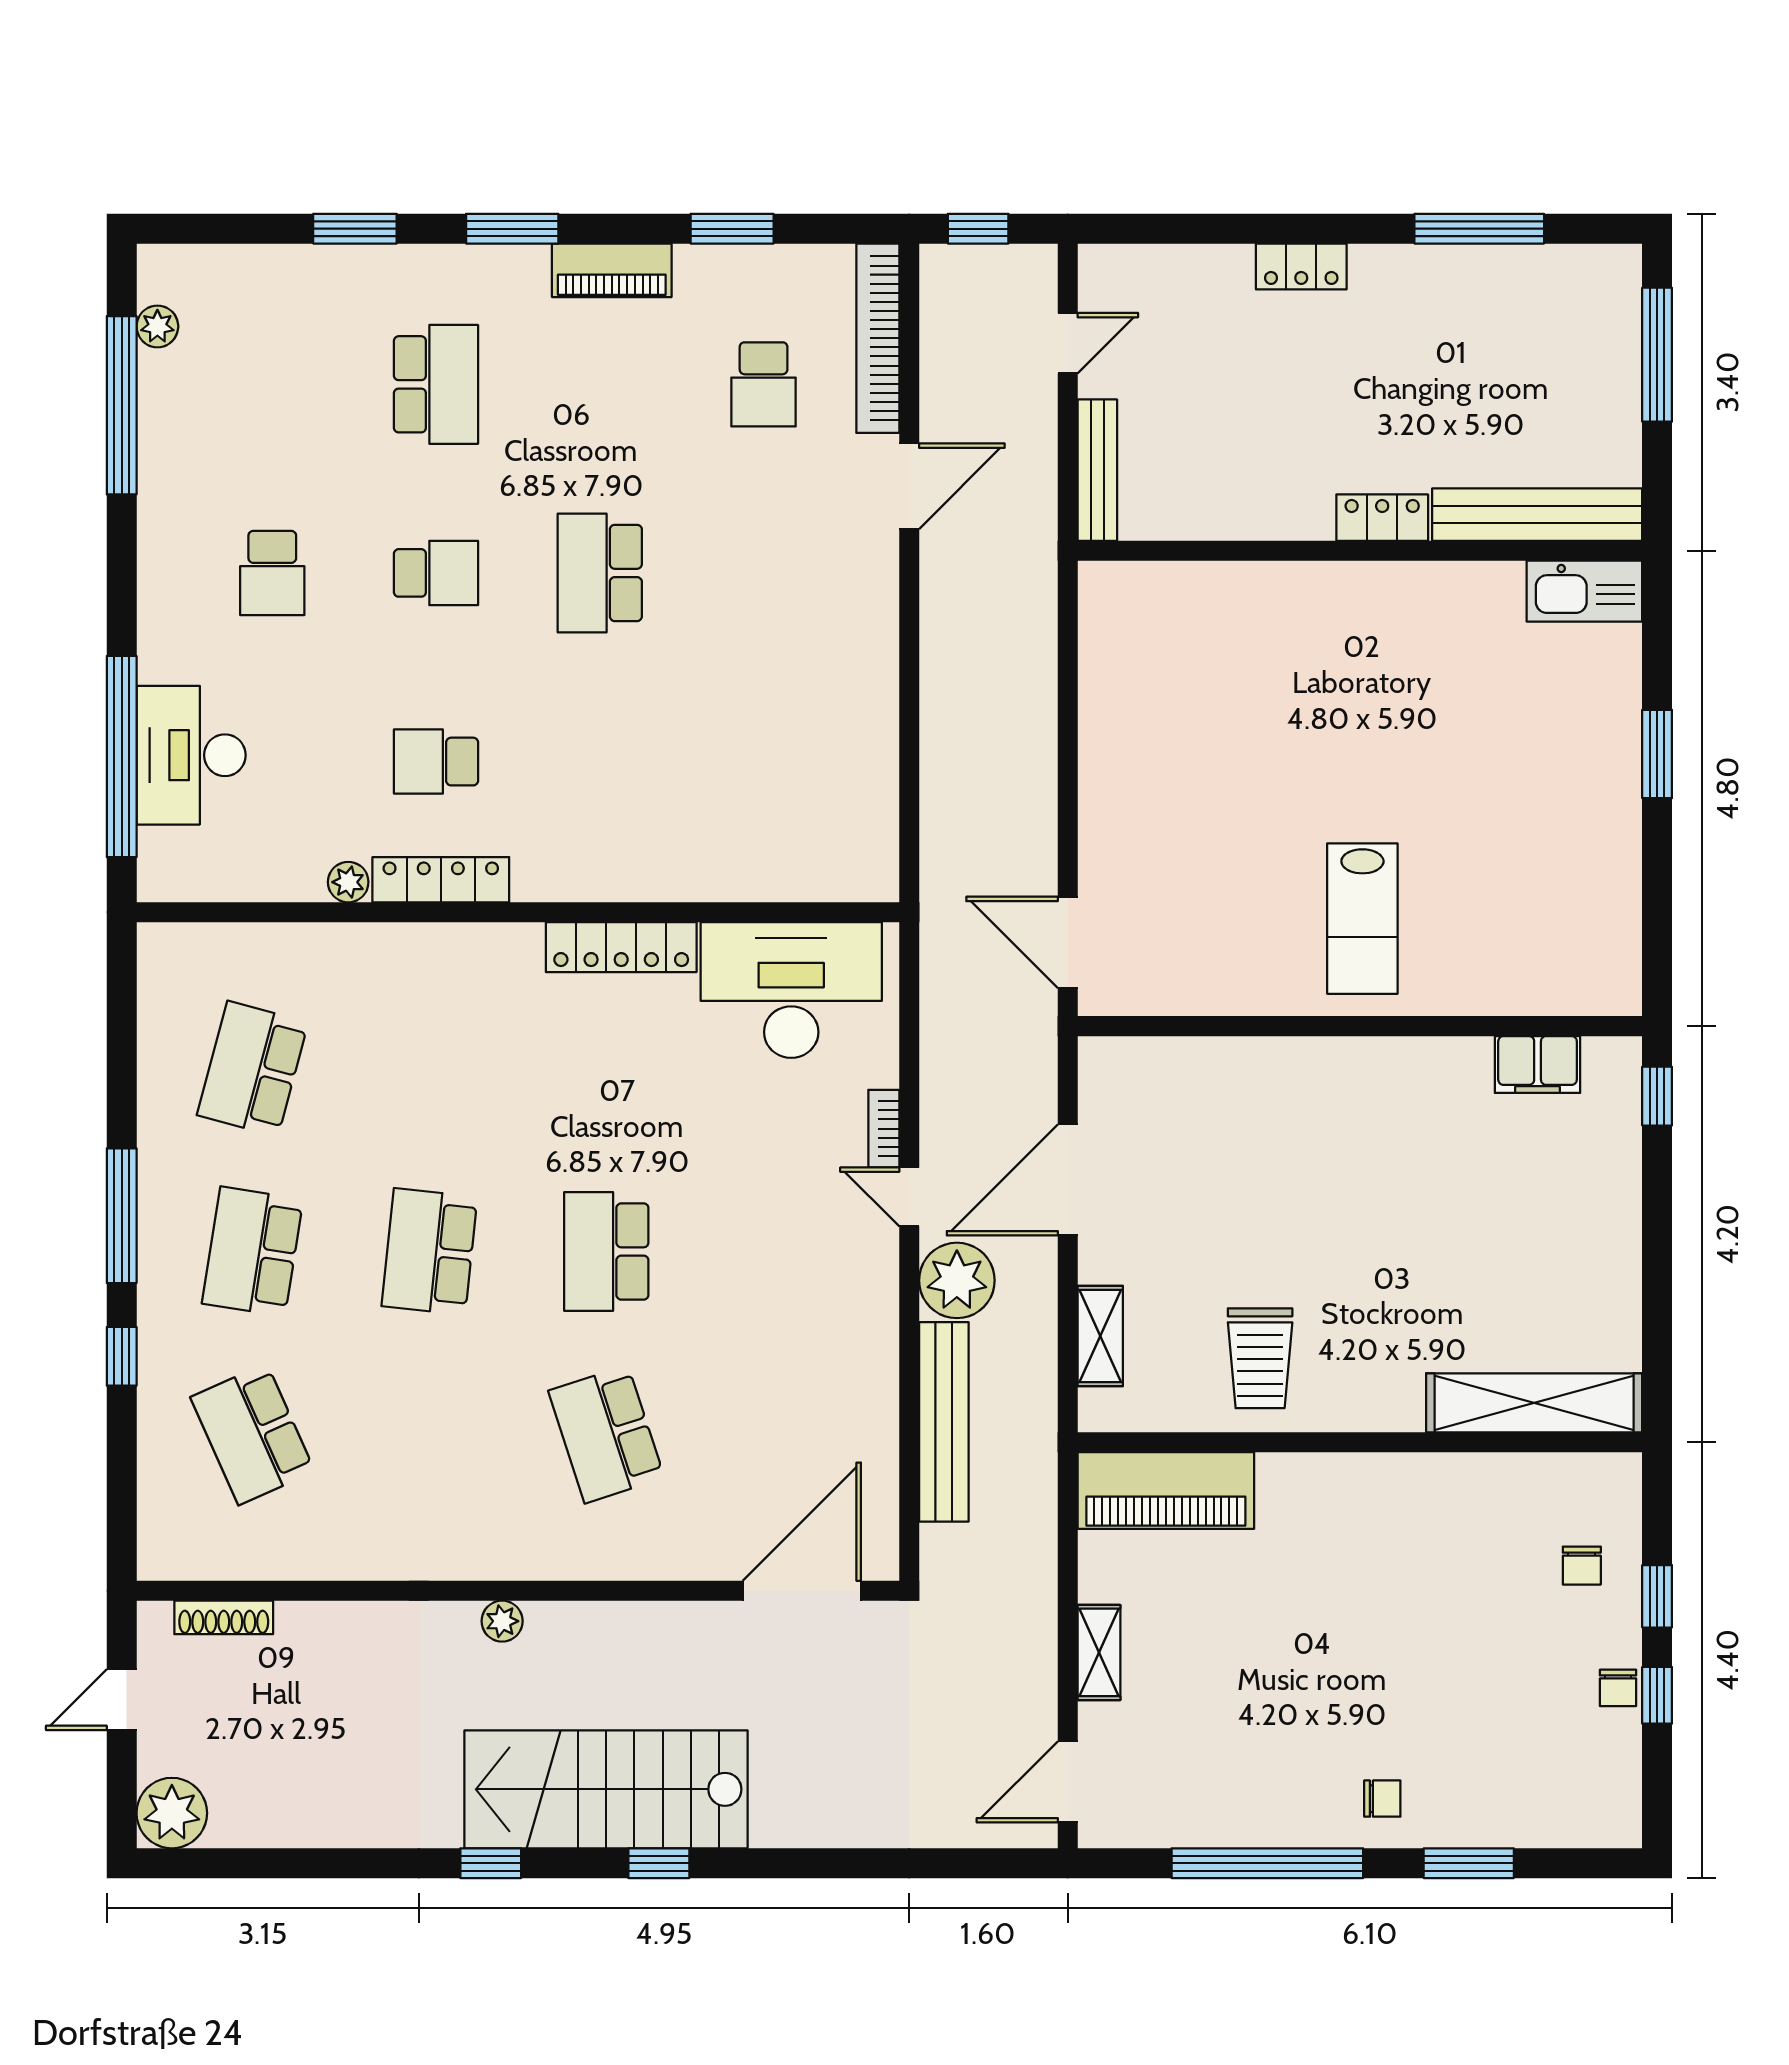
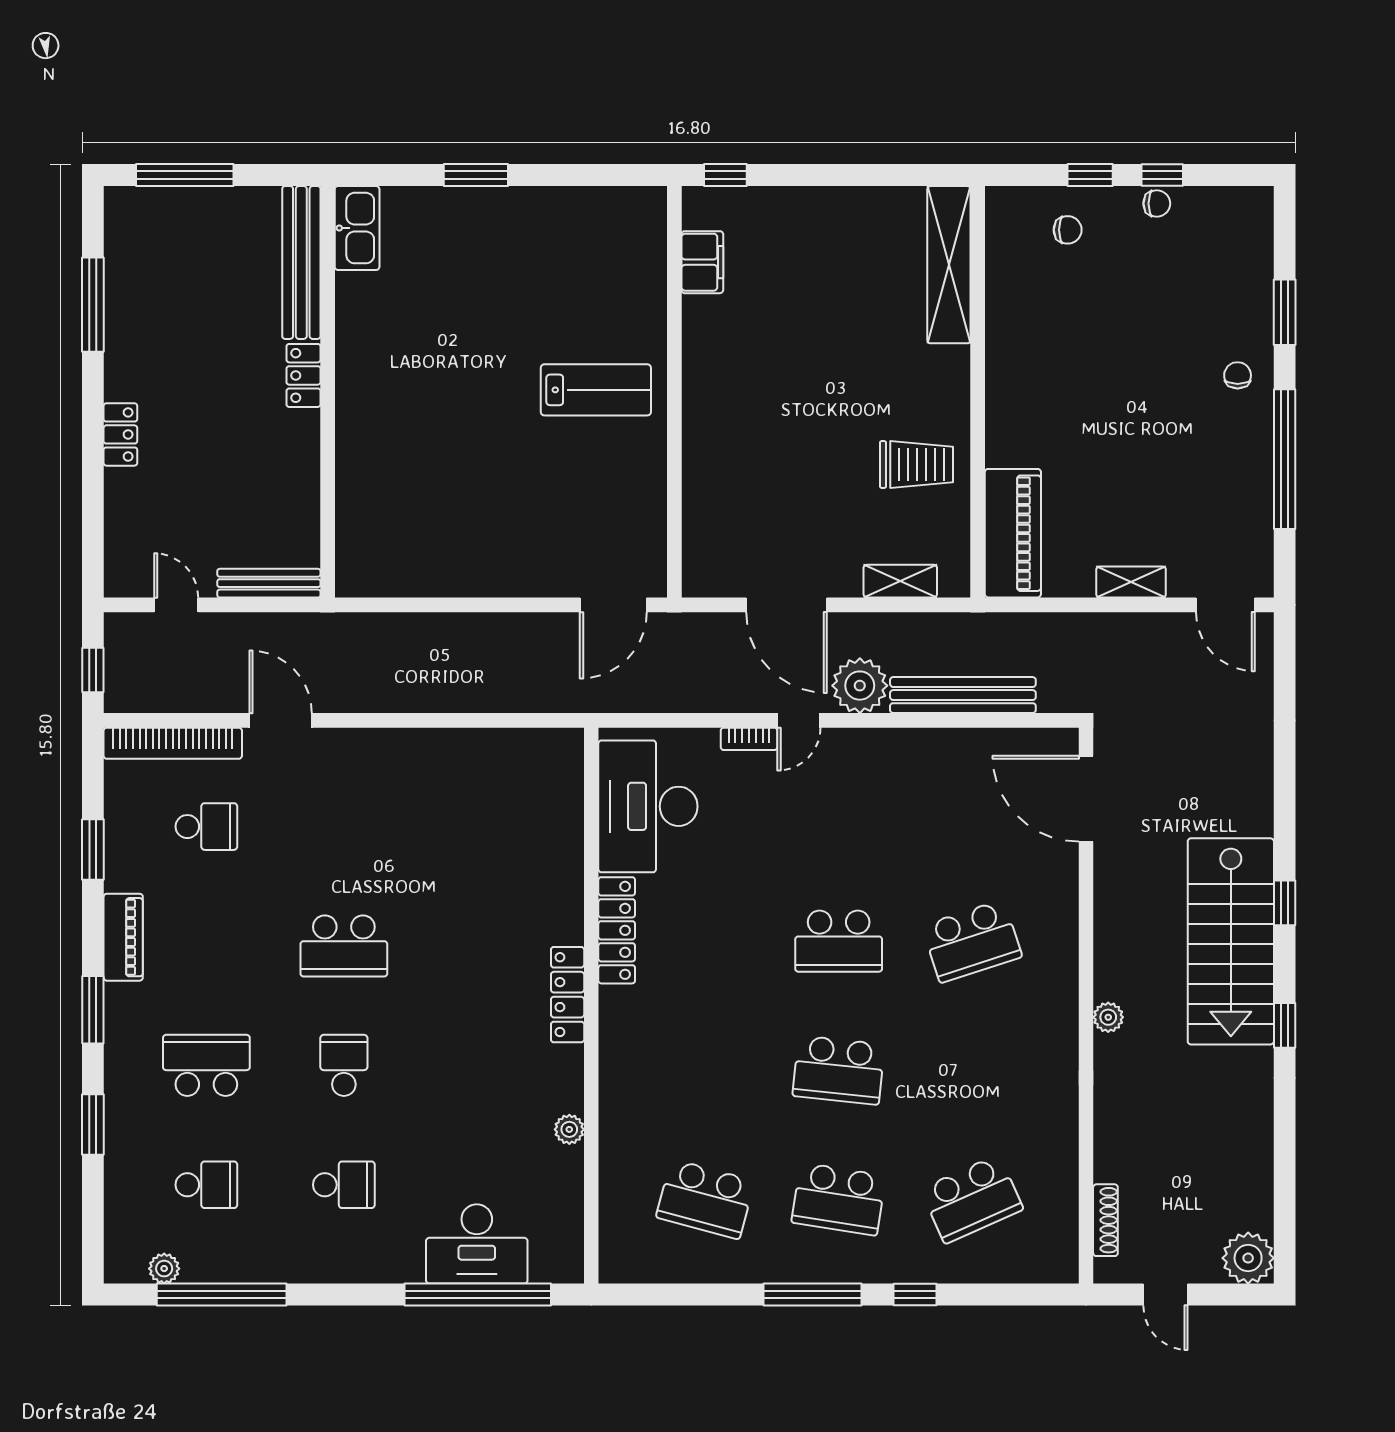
school desk: (436, 762) -> (206, 1185), moved, turned -90
locker: (441, 880) -> (568, 995), moved

